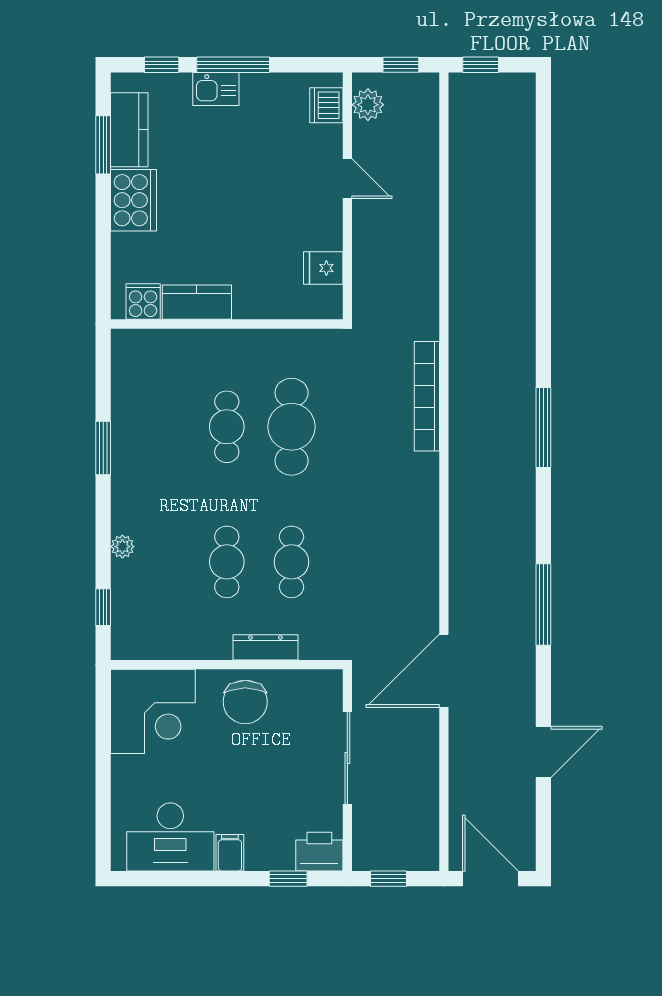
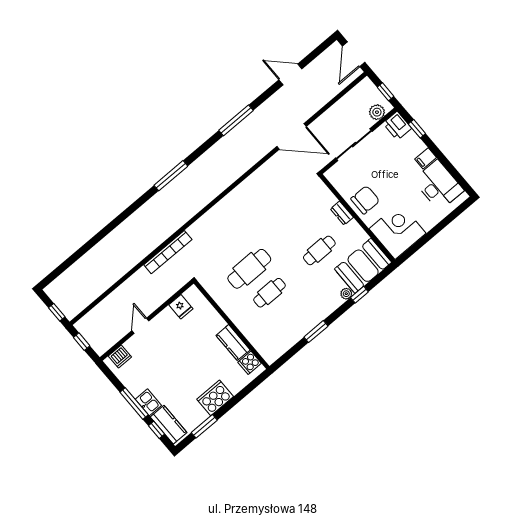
plant: (368, 105) -> (377, 112), moved
kitchen counter: (129, 130) -> (169, 425), moved, turned 90
bookcase: (427, 396) -> (168, 252), moved
cafe table: (292, 562) -> (299, 227), removed
window: (103, 607) -> (359, 295), moved
booth: (144, 610) -> (363, 266), added
dresser: (265, 647) -> (342, 213), width x0.70

